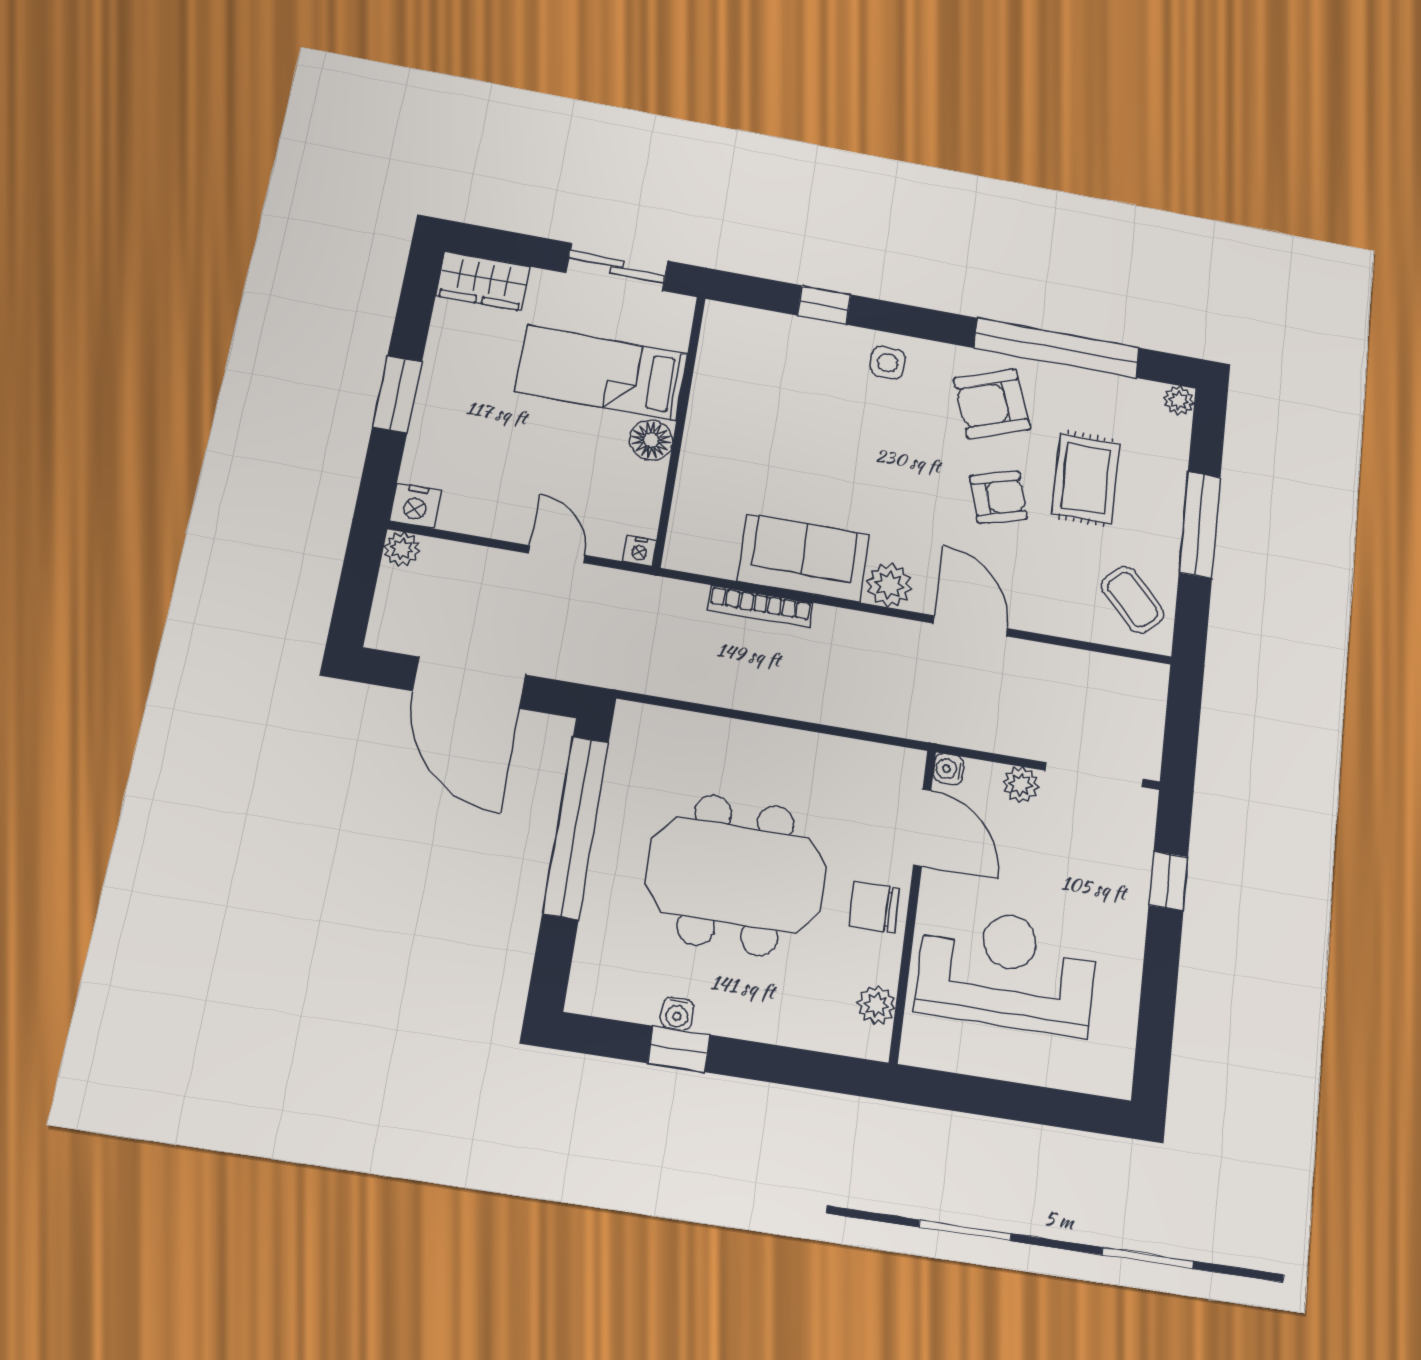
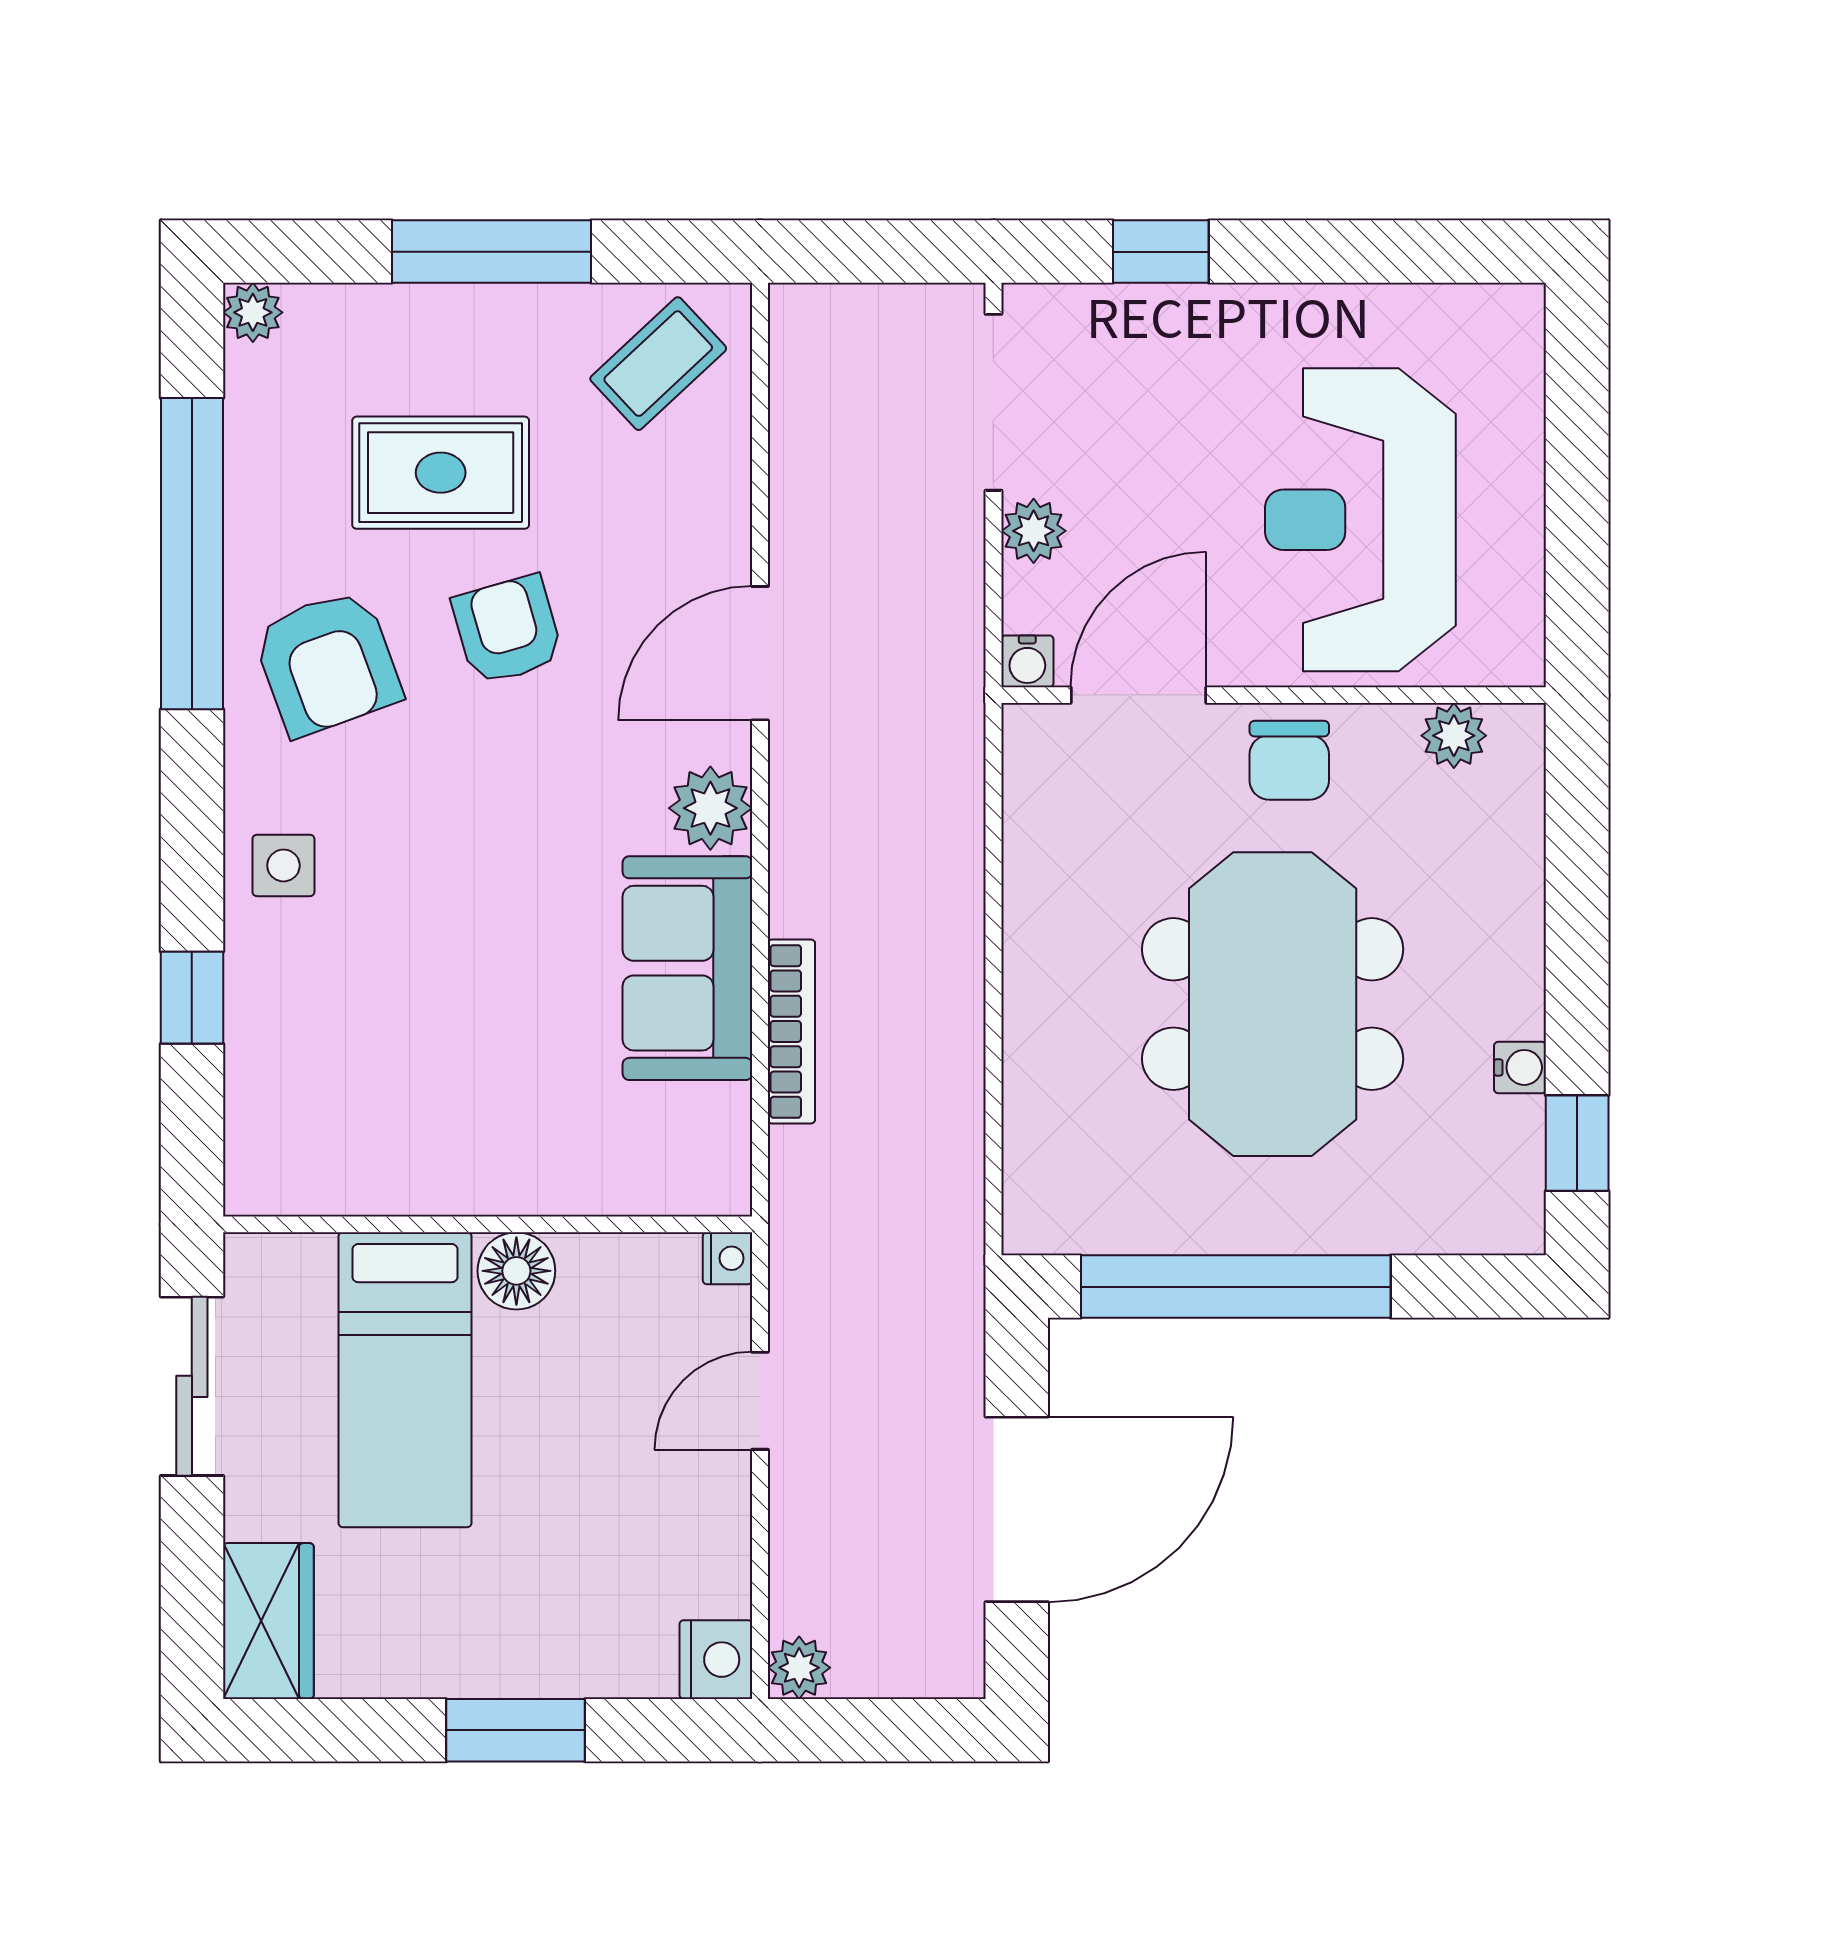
window: (679, 1049) -> (1577, 1143), moved

